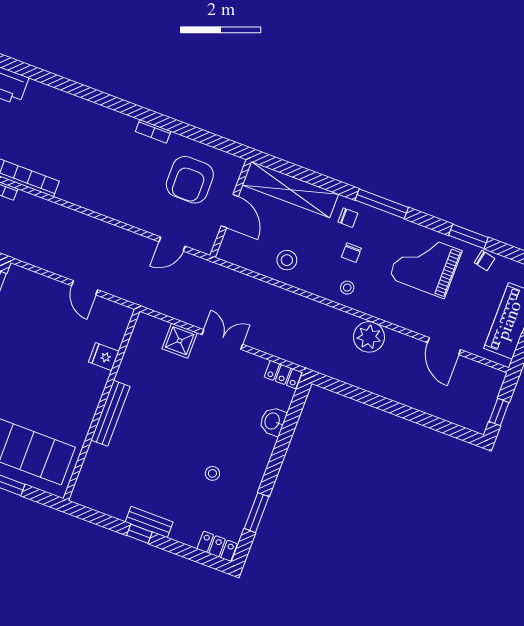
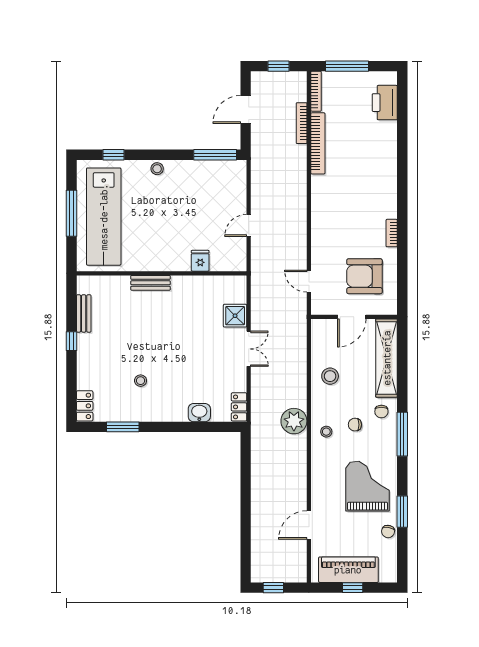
plant: (369, 337) -> (294, 421), moved
bench: (110, 413) -> (151, 283), width x0.73
bench: (149, 522) -> (84, 313), moved

